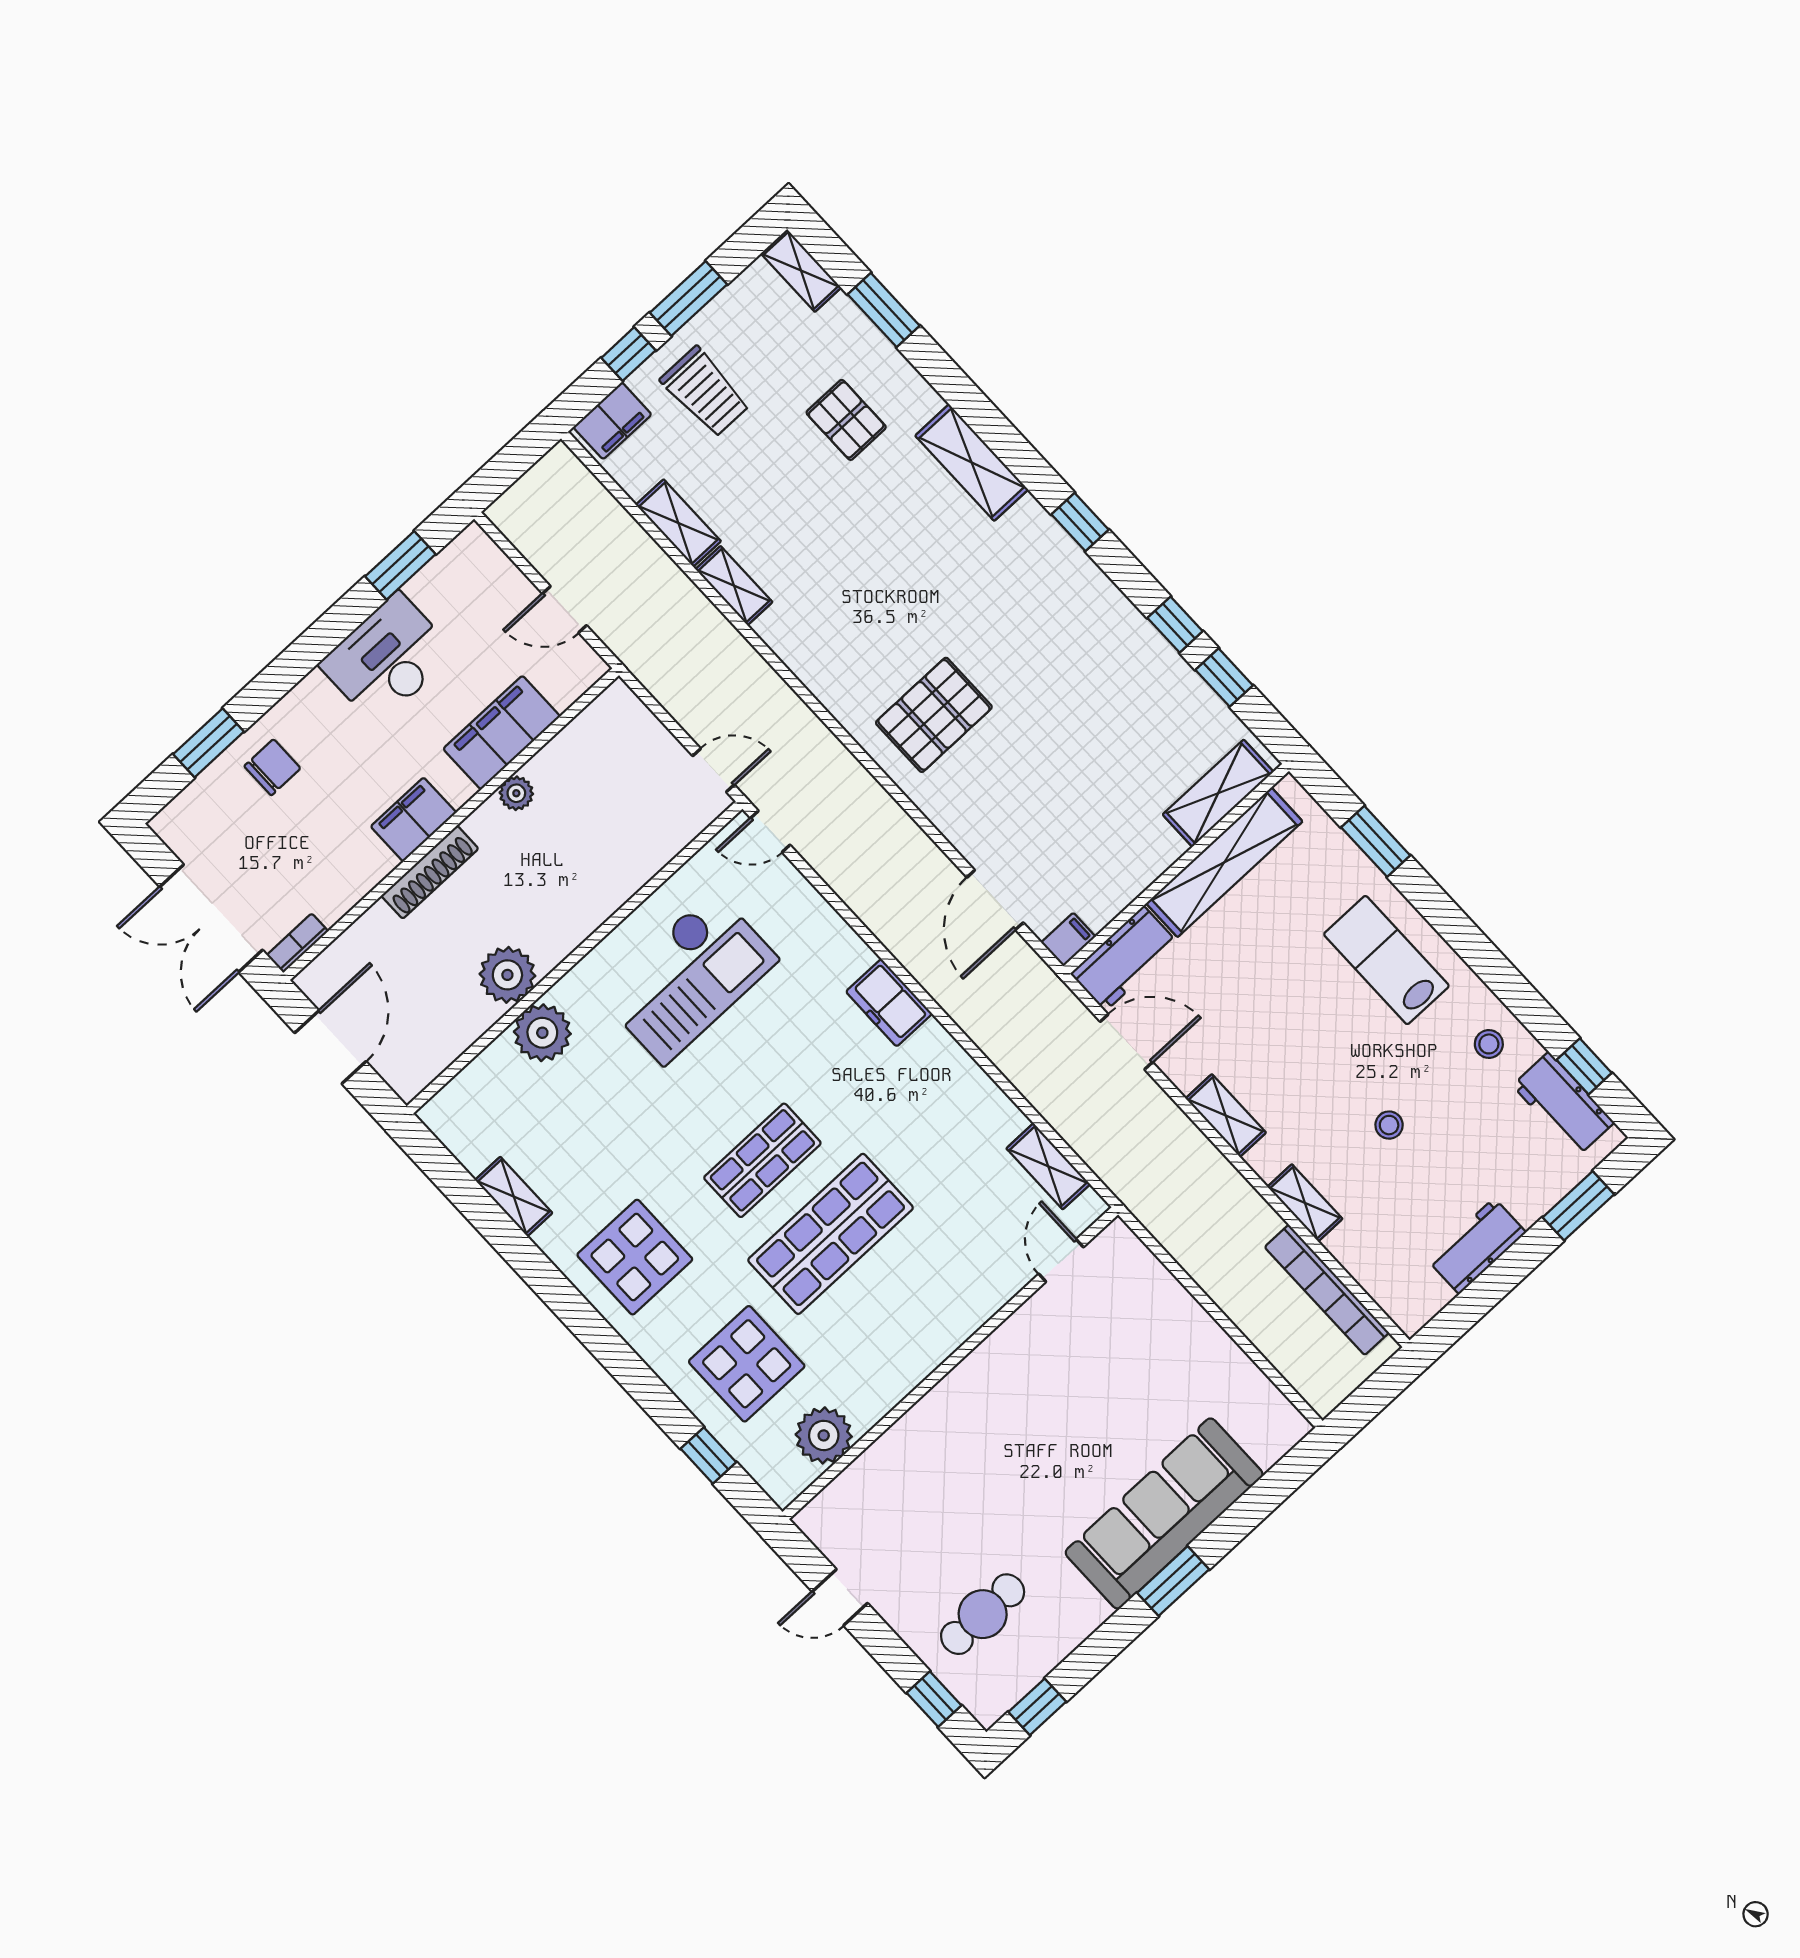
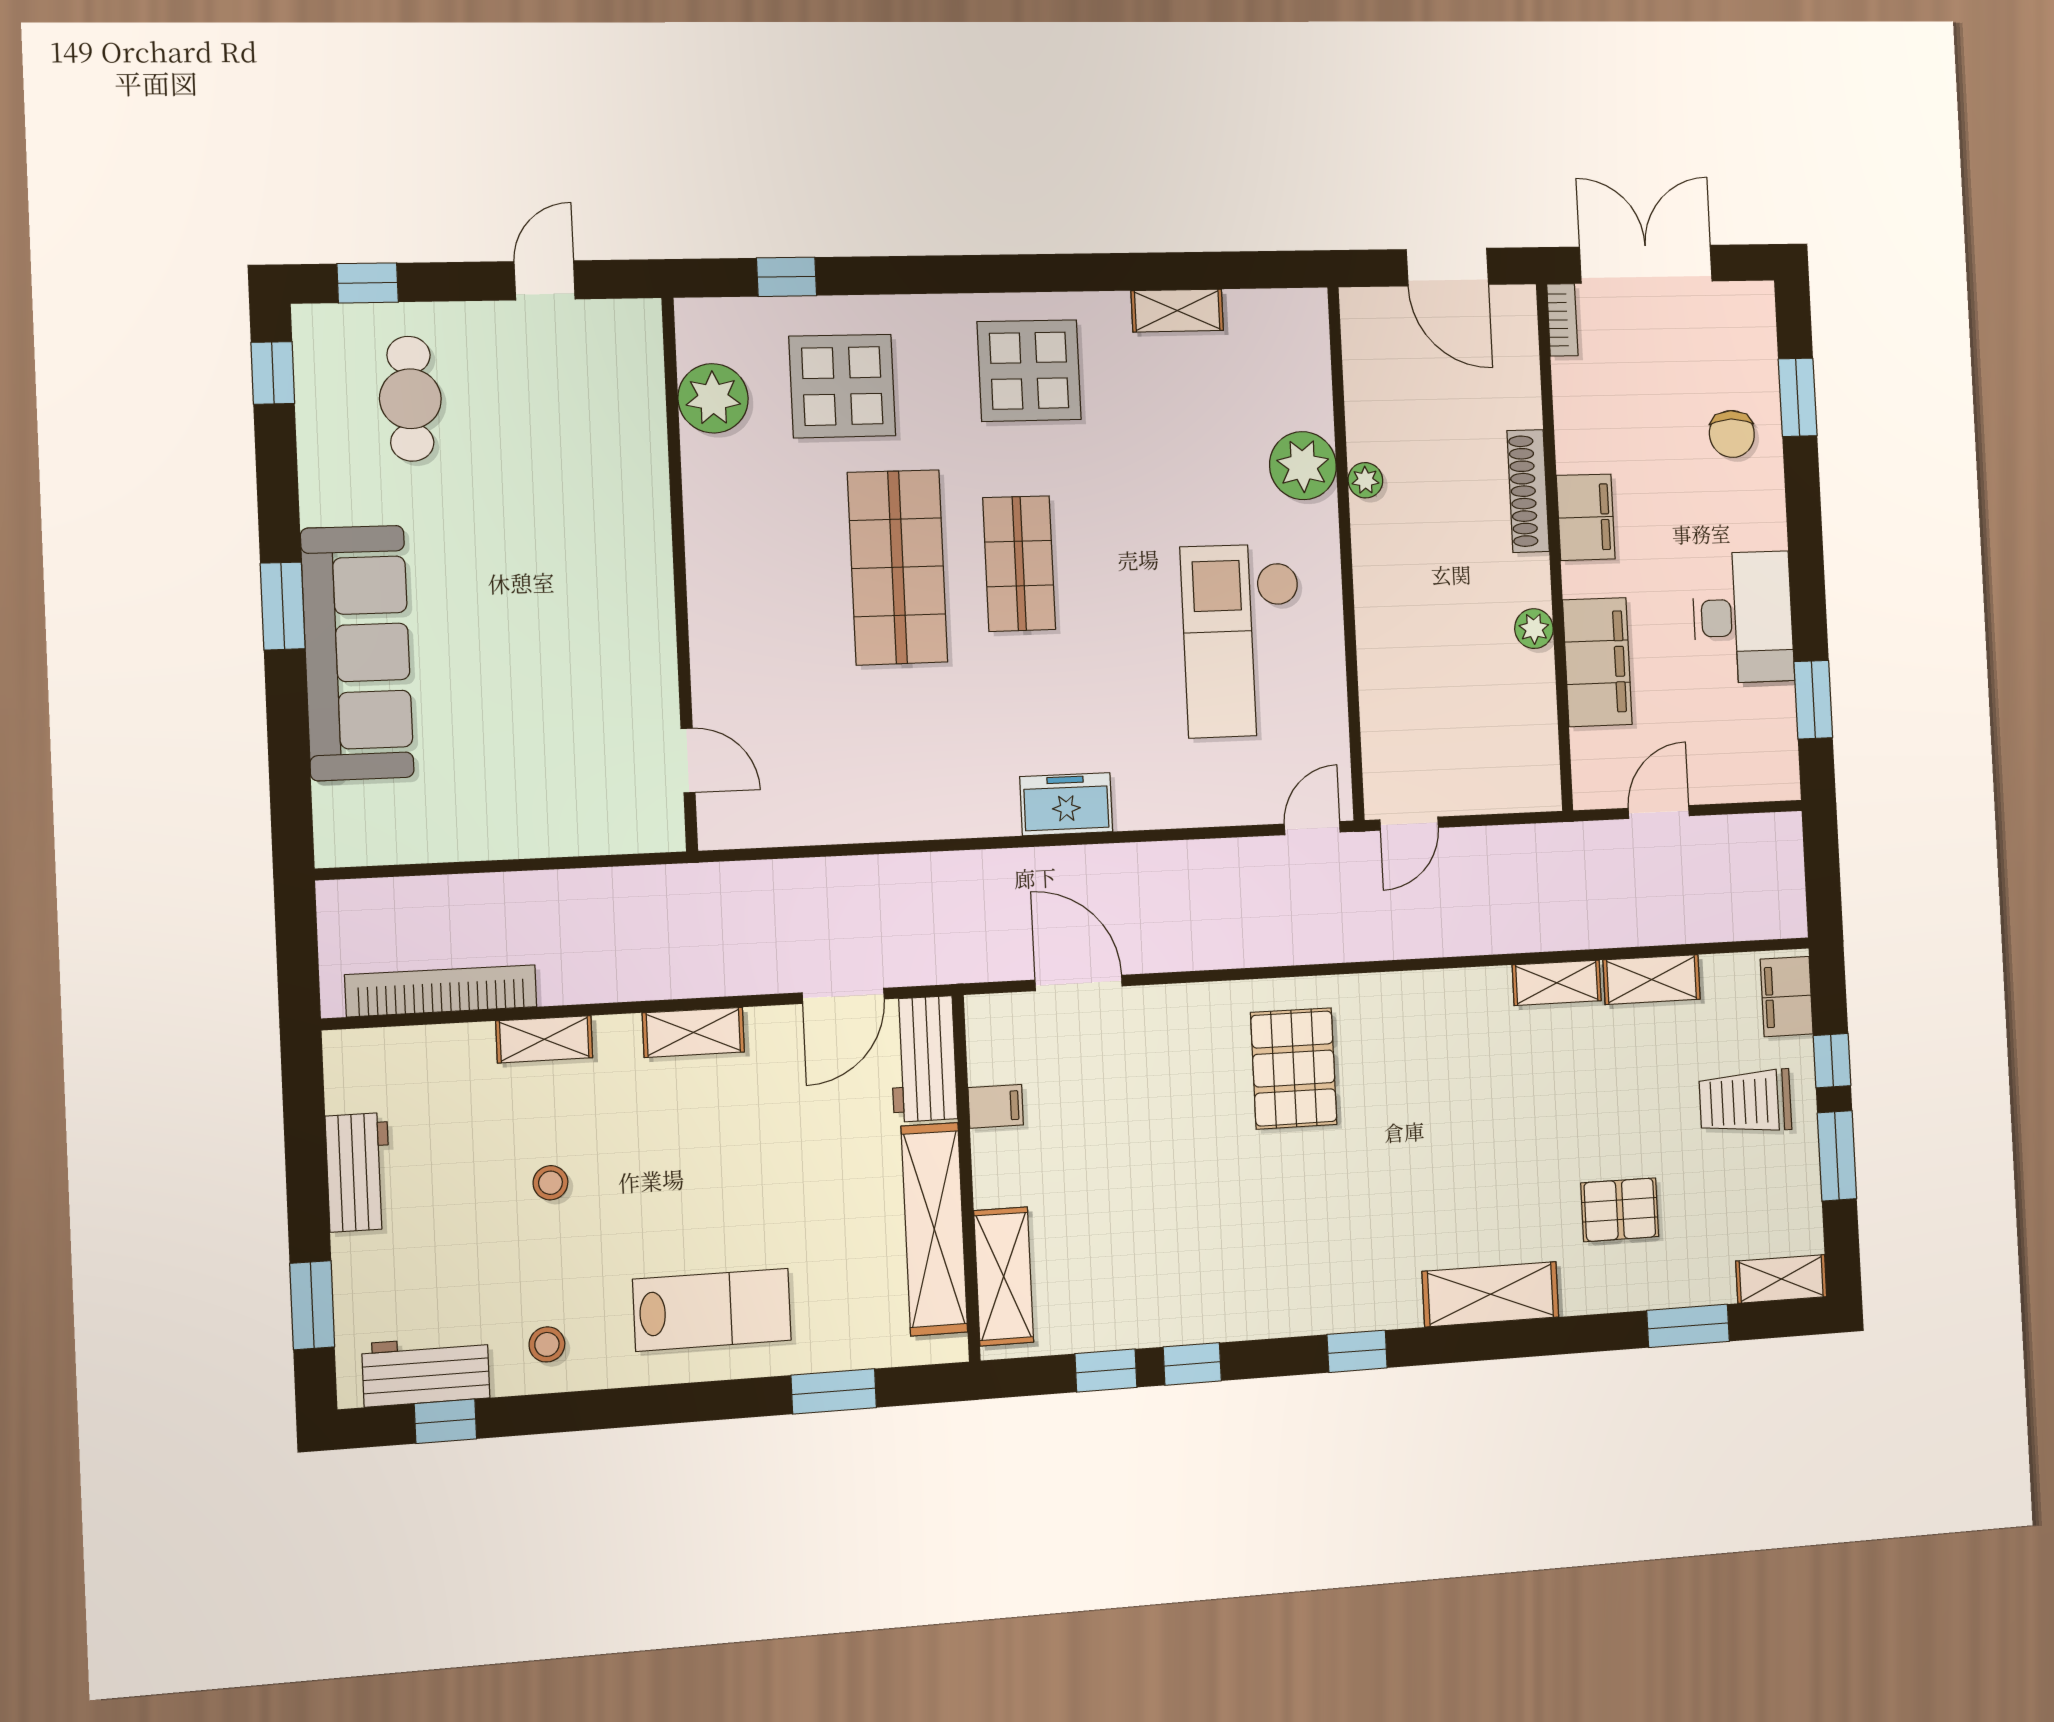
filing cabinet: (1068, 939) -> (996, 1106), moved, turned -90
plant: (507, 975) -> (1365, 480), width x0.53, depth x0.53
shelving: (1048, 1166) -> (788, 824), removed

